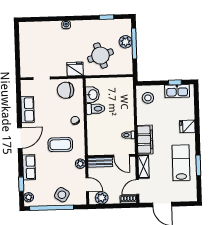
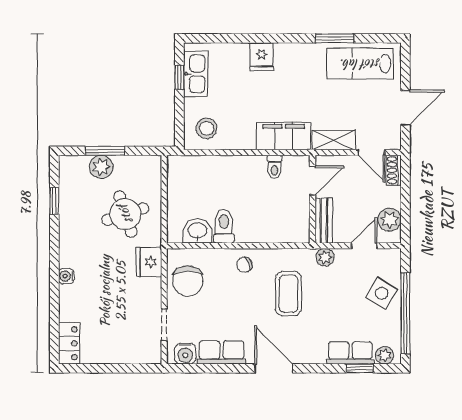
locker: (30, 27) -> (69, 343), added
window: (134, 44) -> (105, 151), width x0.69
water cooler: (26, 90) -> (185, 354), added
lab bench: (181, 163) -> (360, 64), moved
row of seats: (29, 167) -> (350, 353), moved

